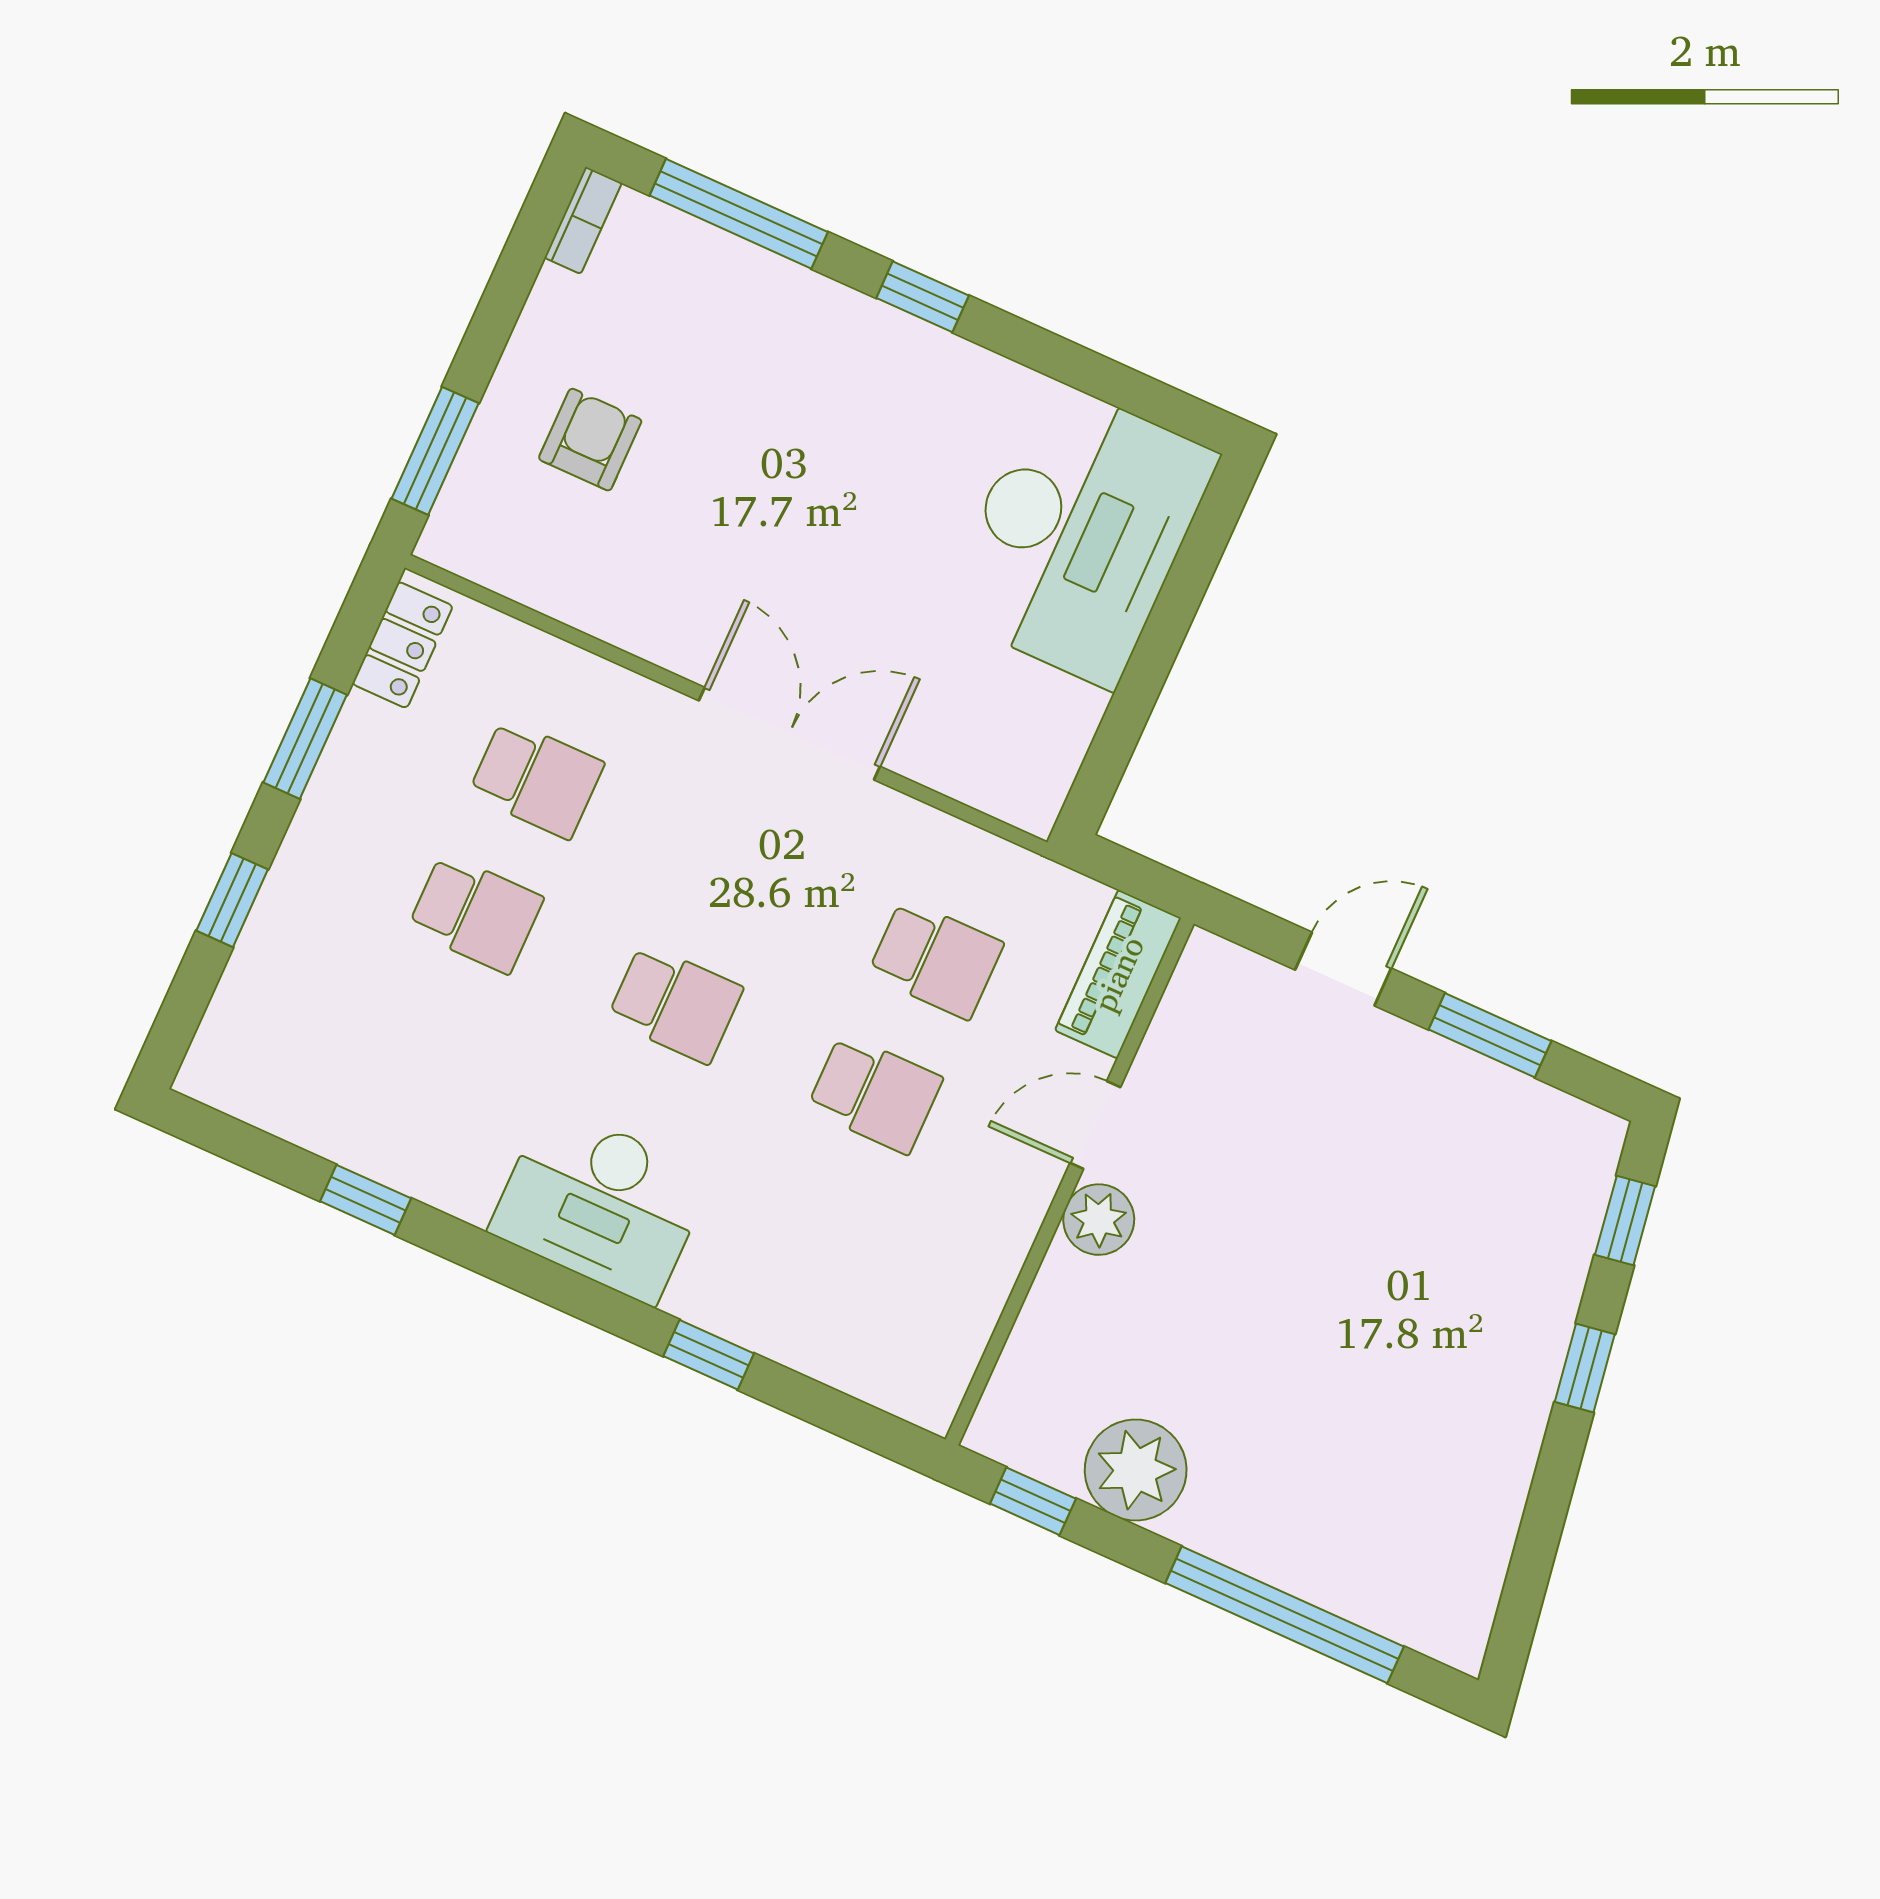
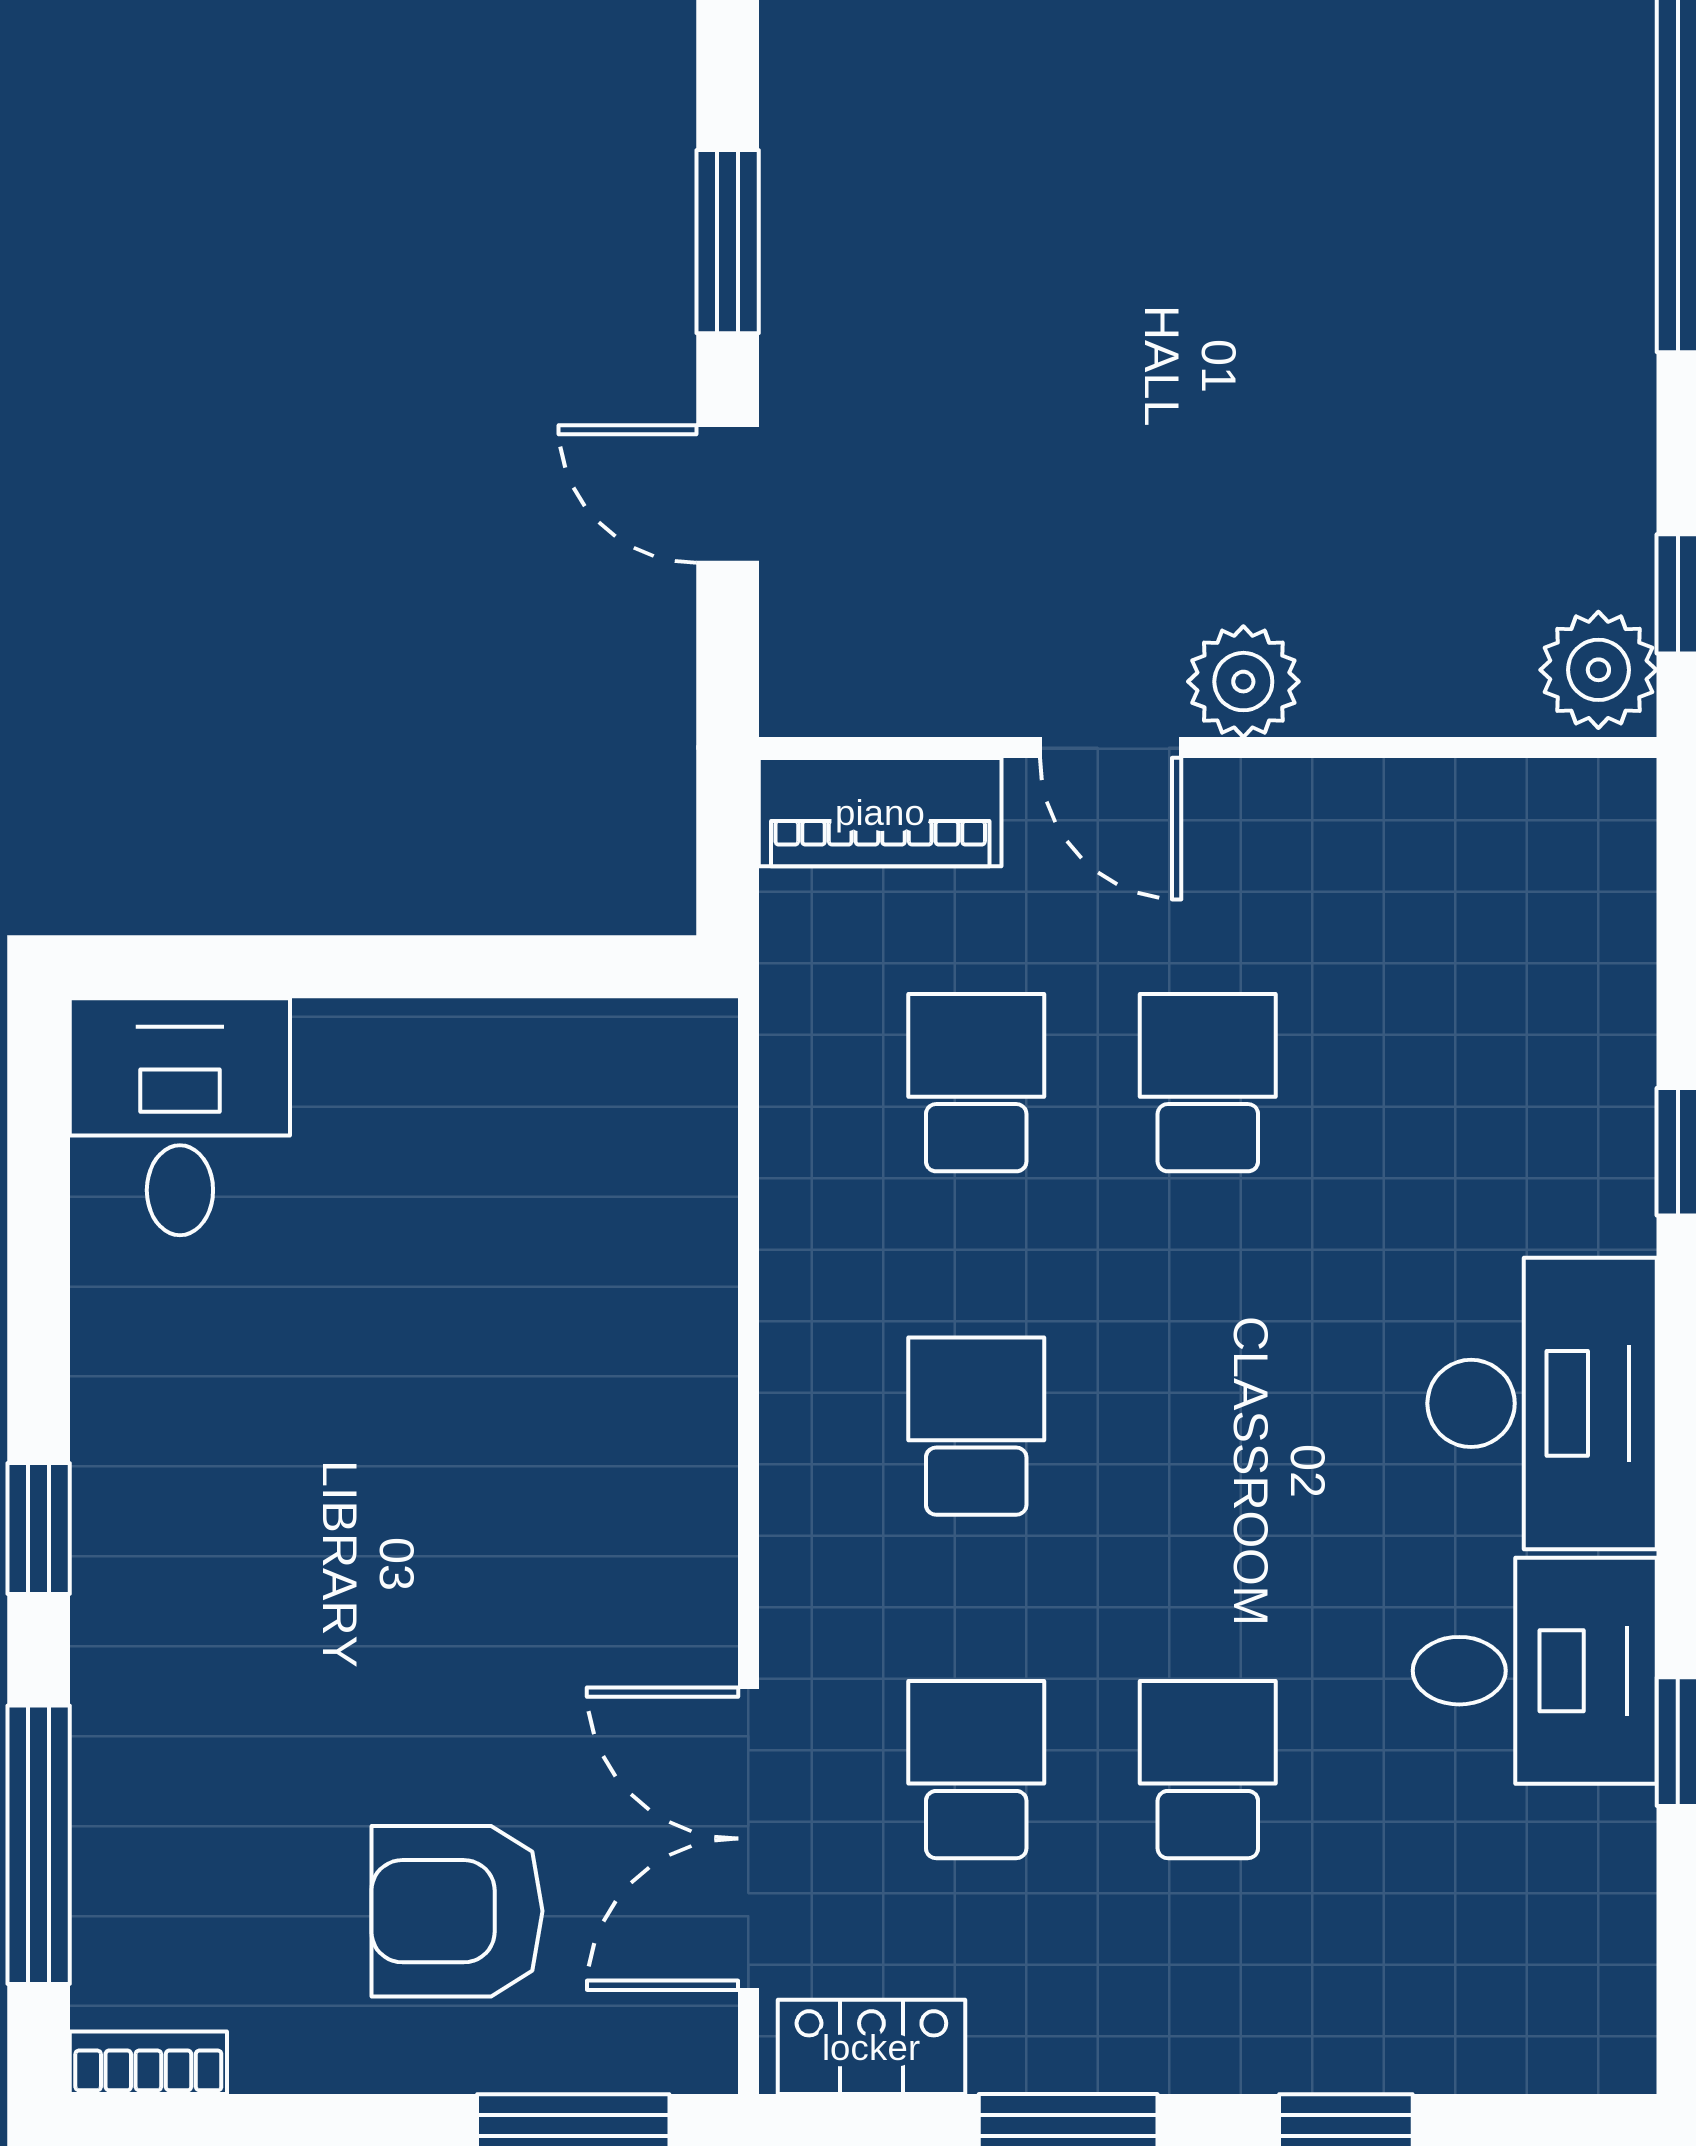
armchair: (590, 440) -> (457, 1911), width x1.38, depth x1.38
desk: (1079, 534) -> (180, 1117), width x0.53, depth x0.77
double door: (789, 734) -> (748, 1839), moved
school desk: (675, 1003) -> (976, 1426), moved
desk: (447, 1129) -> (1535, 1671), added
plant: (1136, 1470) -> (1598, 670), moved, width x0.73, depth x0.73

